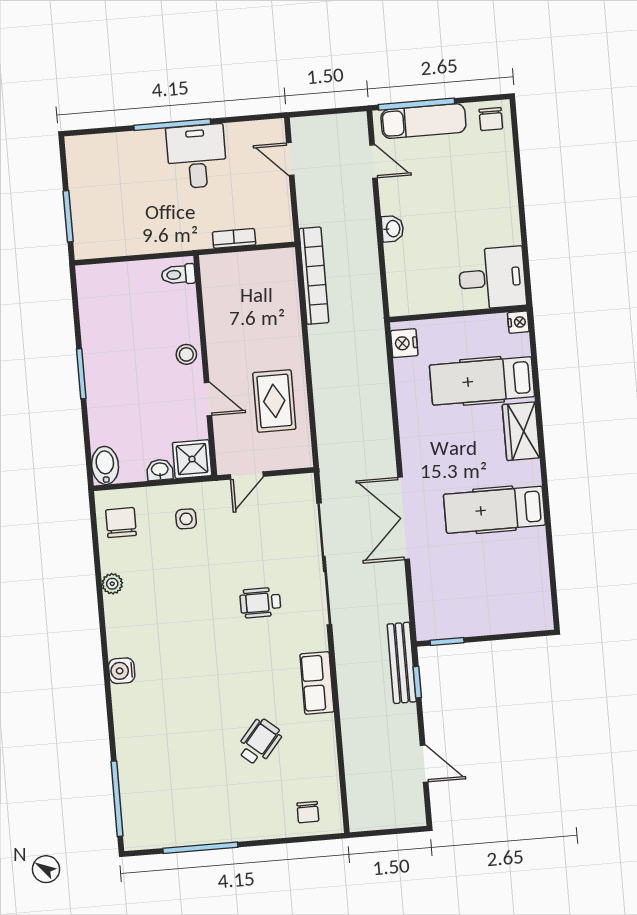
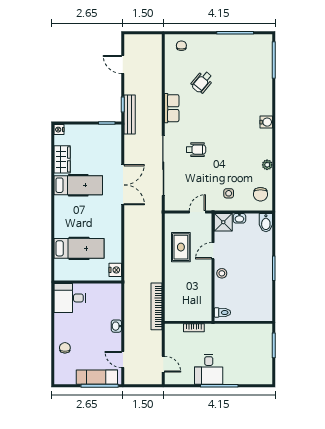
chair: (491, 119) -> (65, 348), moved
nightstand: (518, 322) -> (59, 130), moved
door: (208, 399) -> (213, 251), hinge flipped
wardrobe: (521, 431) -> (62, 159), moved

